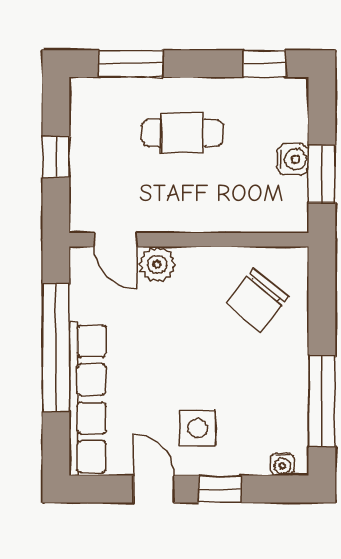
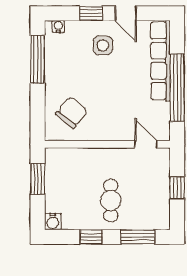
window: (264, 64) -> (91, 237), moved
cafe table: (182, 133) -> (111, 200), turned 90
water cooler: (293, 159) -> (53, 222), moved, turned -90
plant: (157, 264) -> (124, 131), removed

